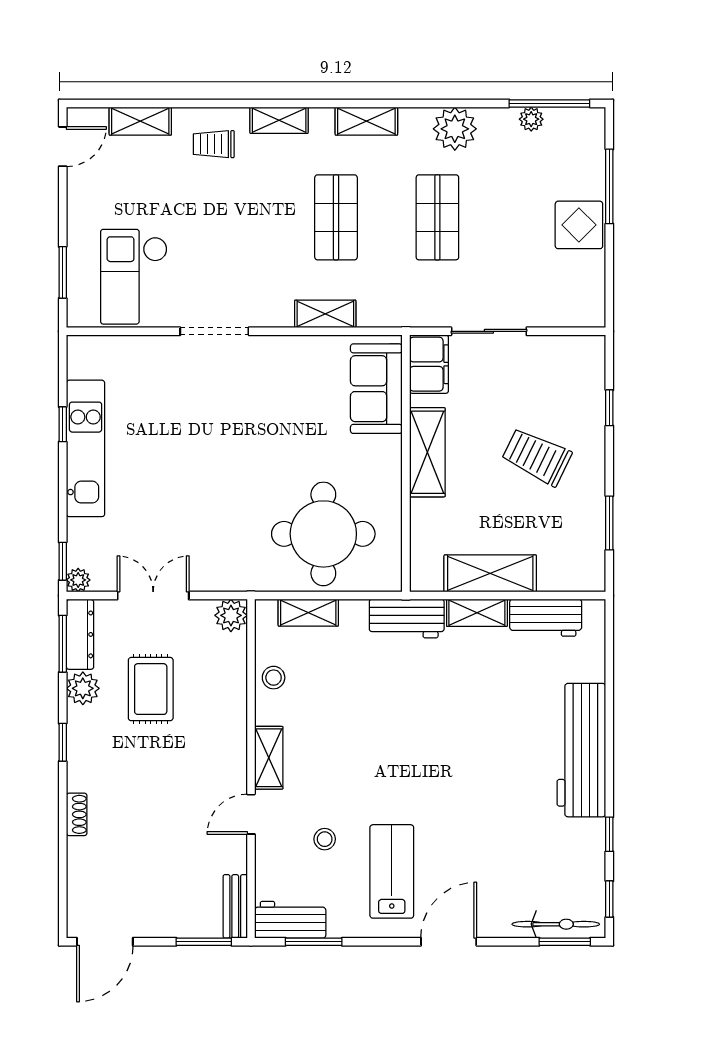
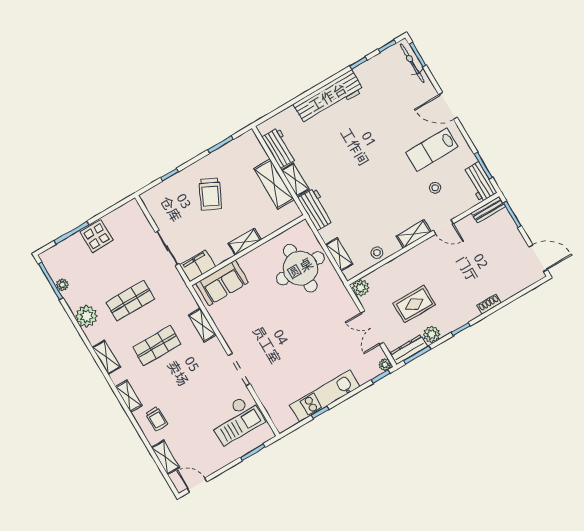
shelving: (427, 452) -> (245, 242), width x0.67, depth x0.75

